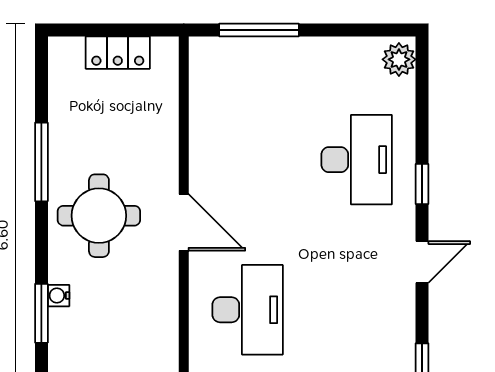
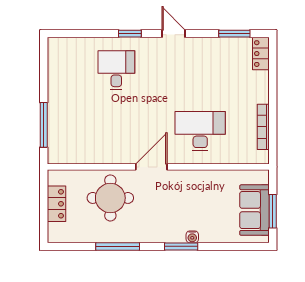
plant: (399, 59) -> (60, 47), removed
desk: (357, 160) -> (116, 70), width x0.73
round table: (99, 216) -> (110, 198), moved
window: (41, 313) -> (181, 246), moved

